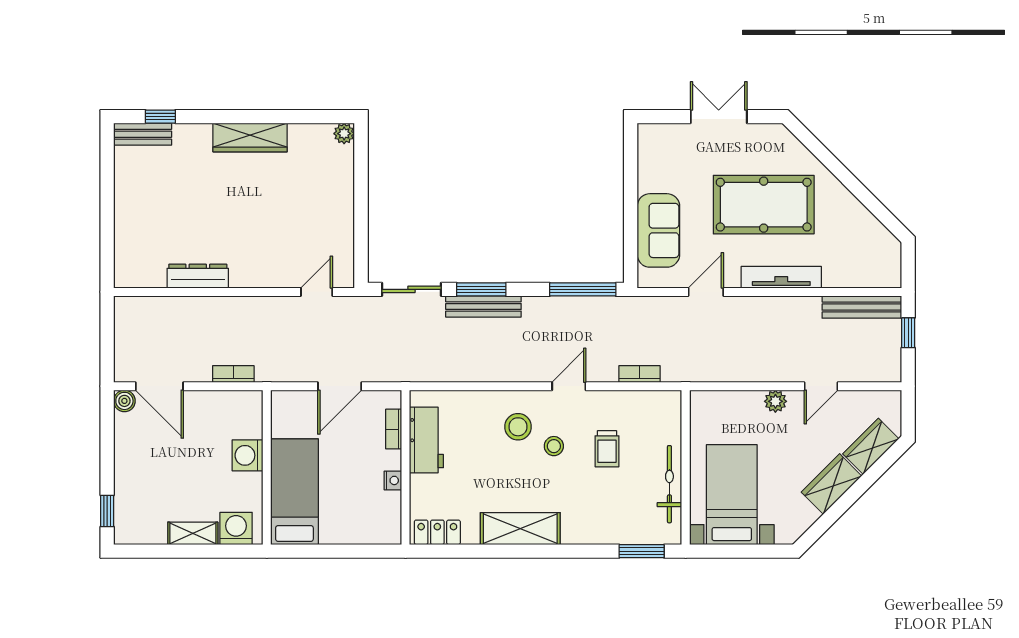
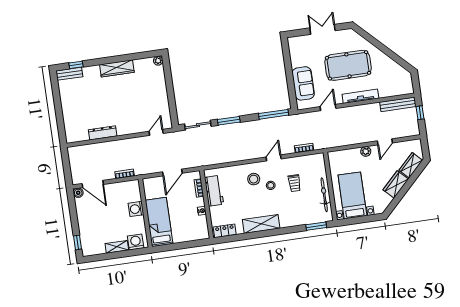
bench: (483, 306) -> (231, 128), removed

